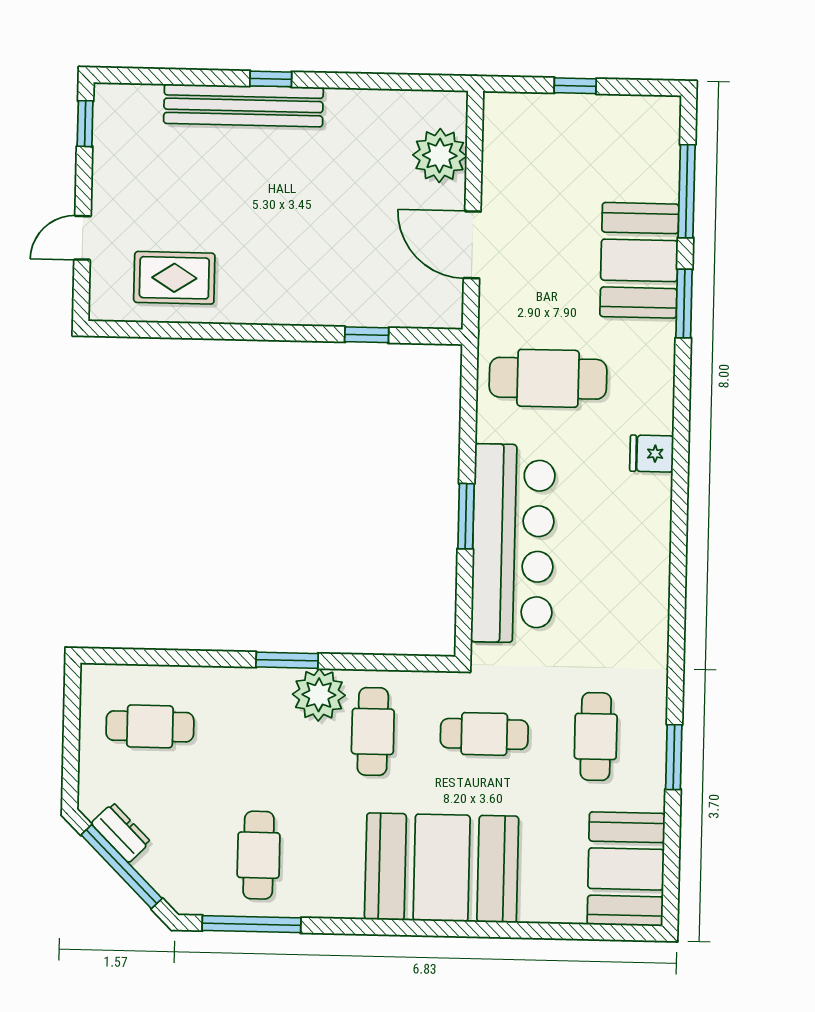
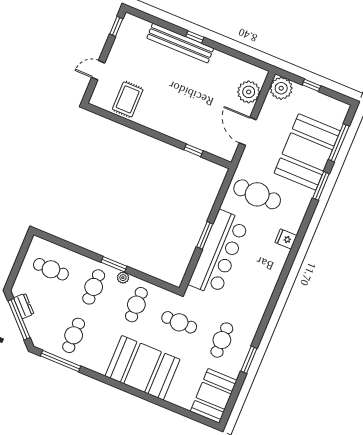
plant: (510, 119) -> (281, 88), added
booth: (639, 260) -> (307, 152), width x1.36, depth x1.42
rug: (174, 278) -> (128, 99), turned 90
plant: (319, 695) -> (123, 278), width x0.53, depth x0.53
cafe table: (261, 729) -> (94, 287), added

